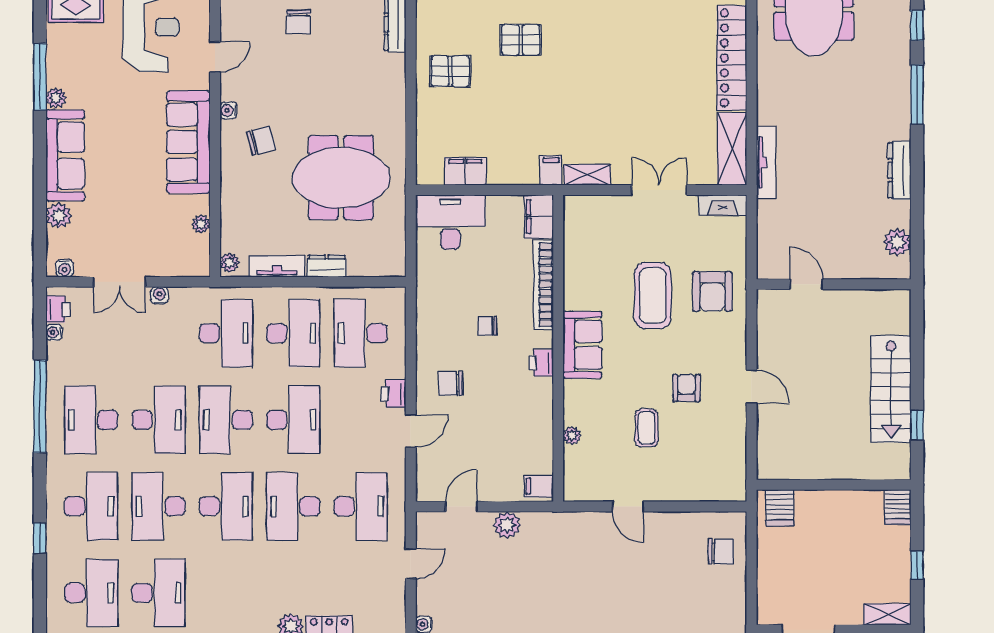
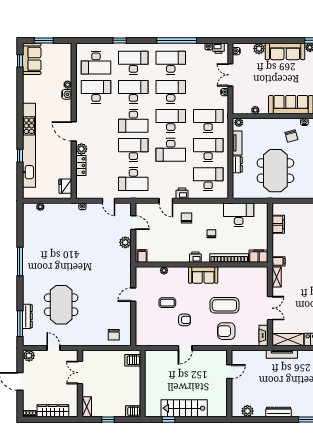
desk: (450, 222) -> (239, 215), moved, turned -90
desk: (226, 333) -> (208, 121), turned 180
desk: (293, 333) -> (208, 150), turned 180
desk: (159, 420) -> (171, 92), turned 180
desk: (91, 506) -> (133, 63), turned 180
desk: (159, 593) -> (96, 92), turned 180

